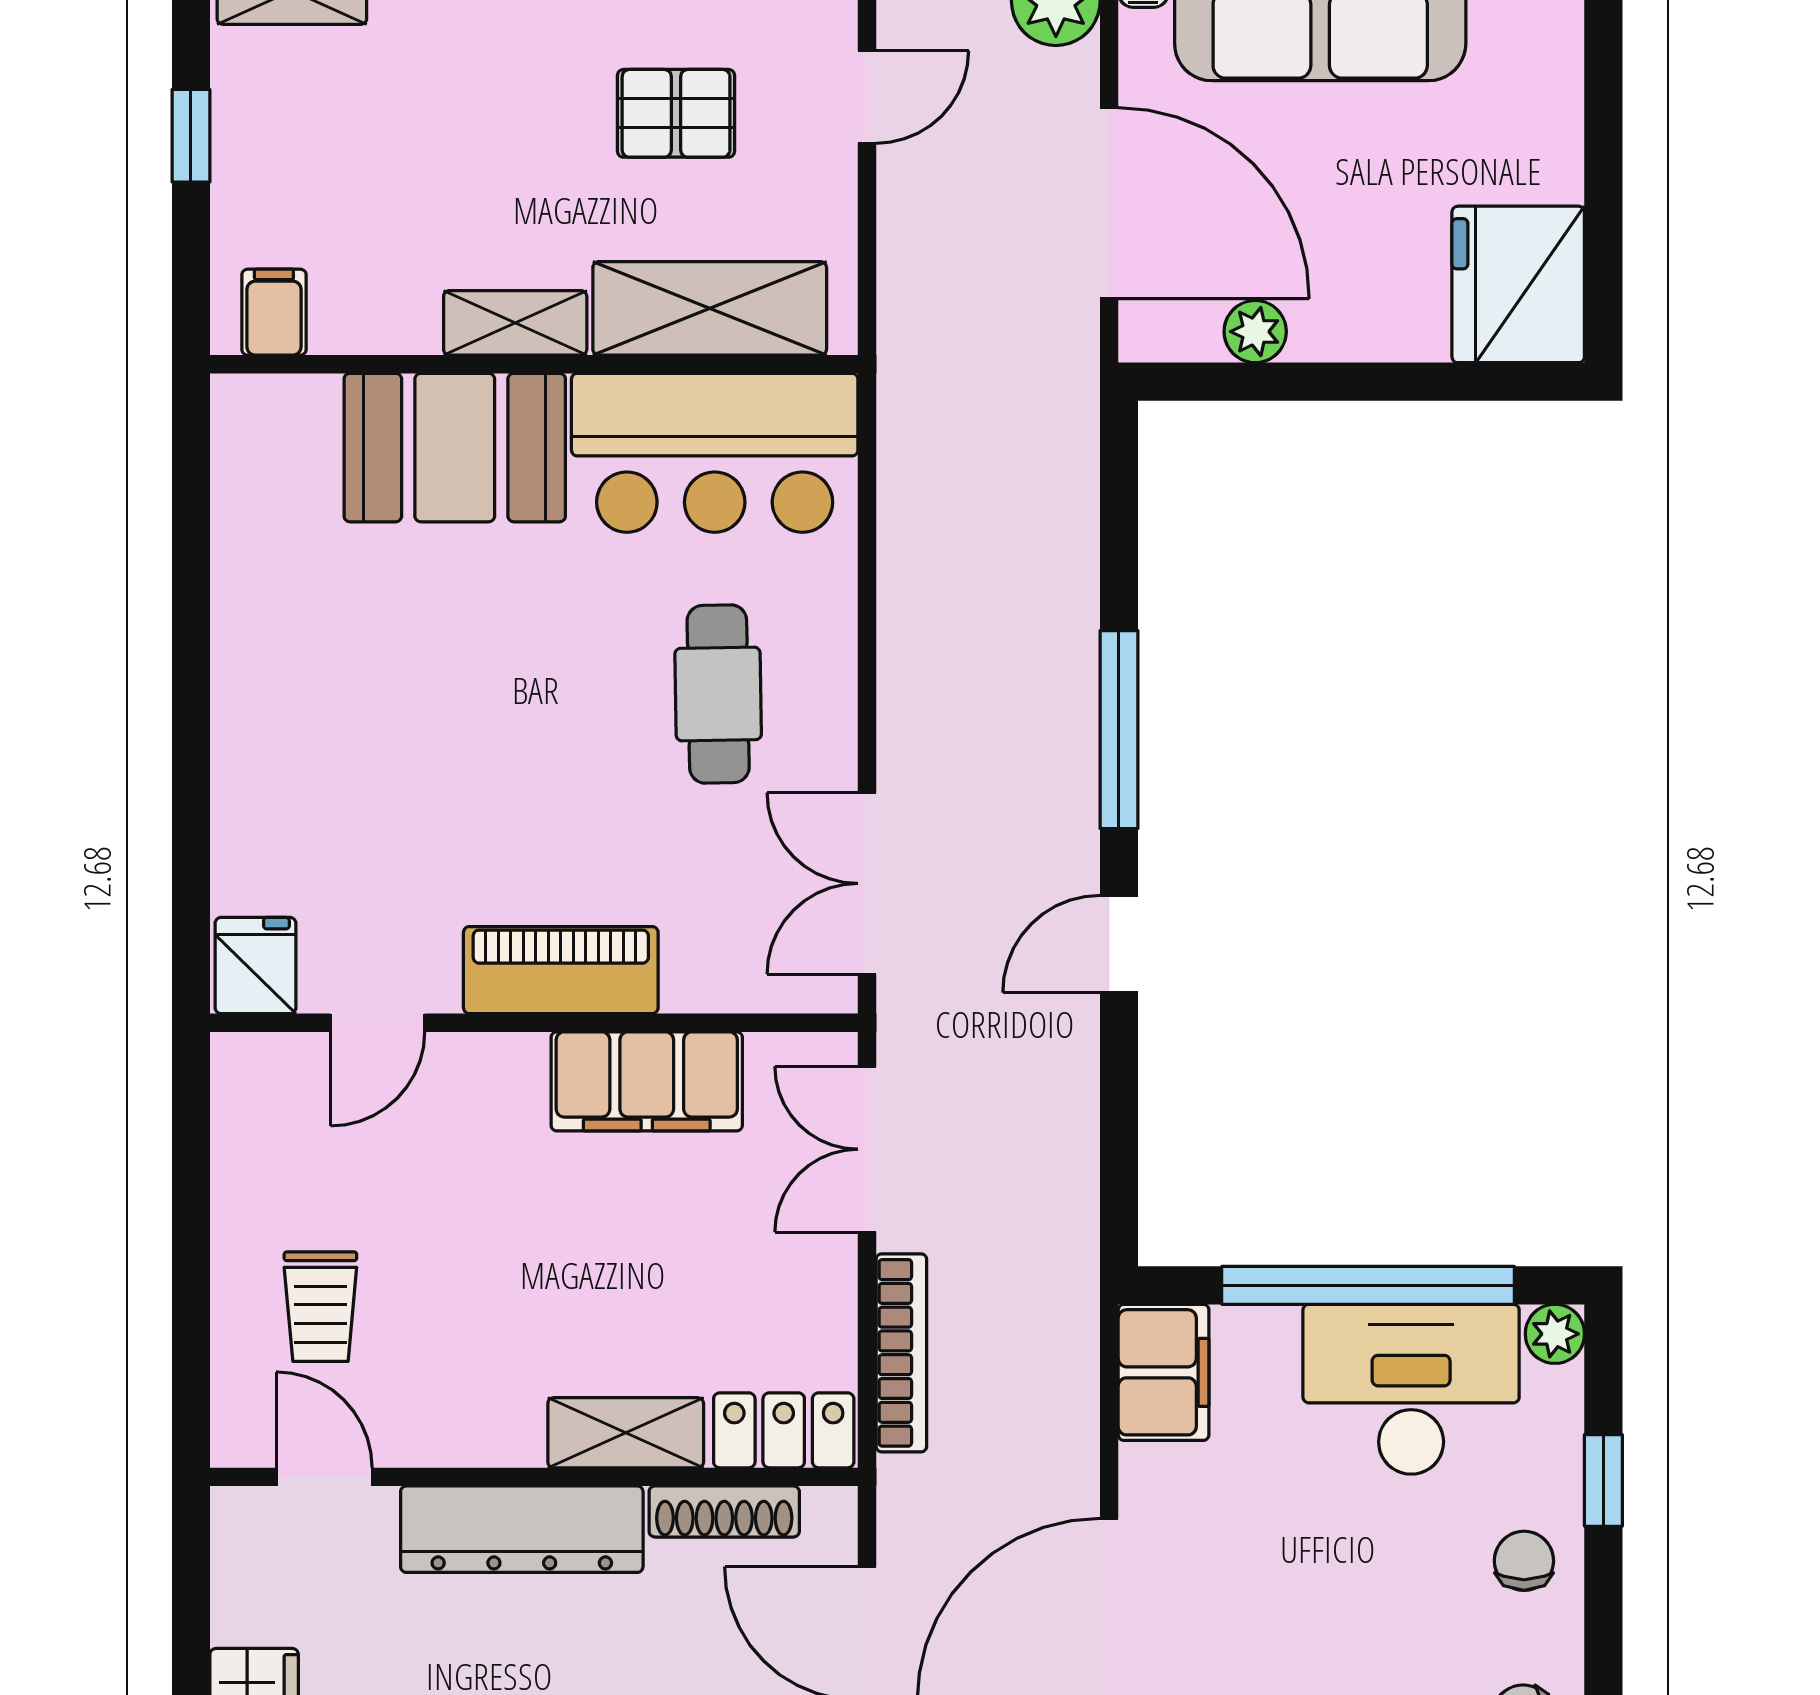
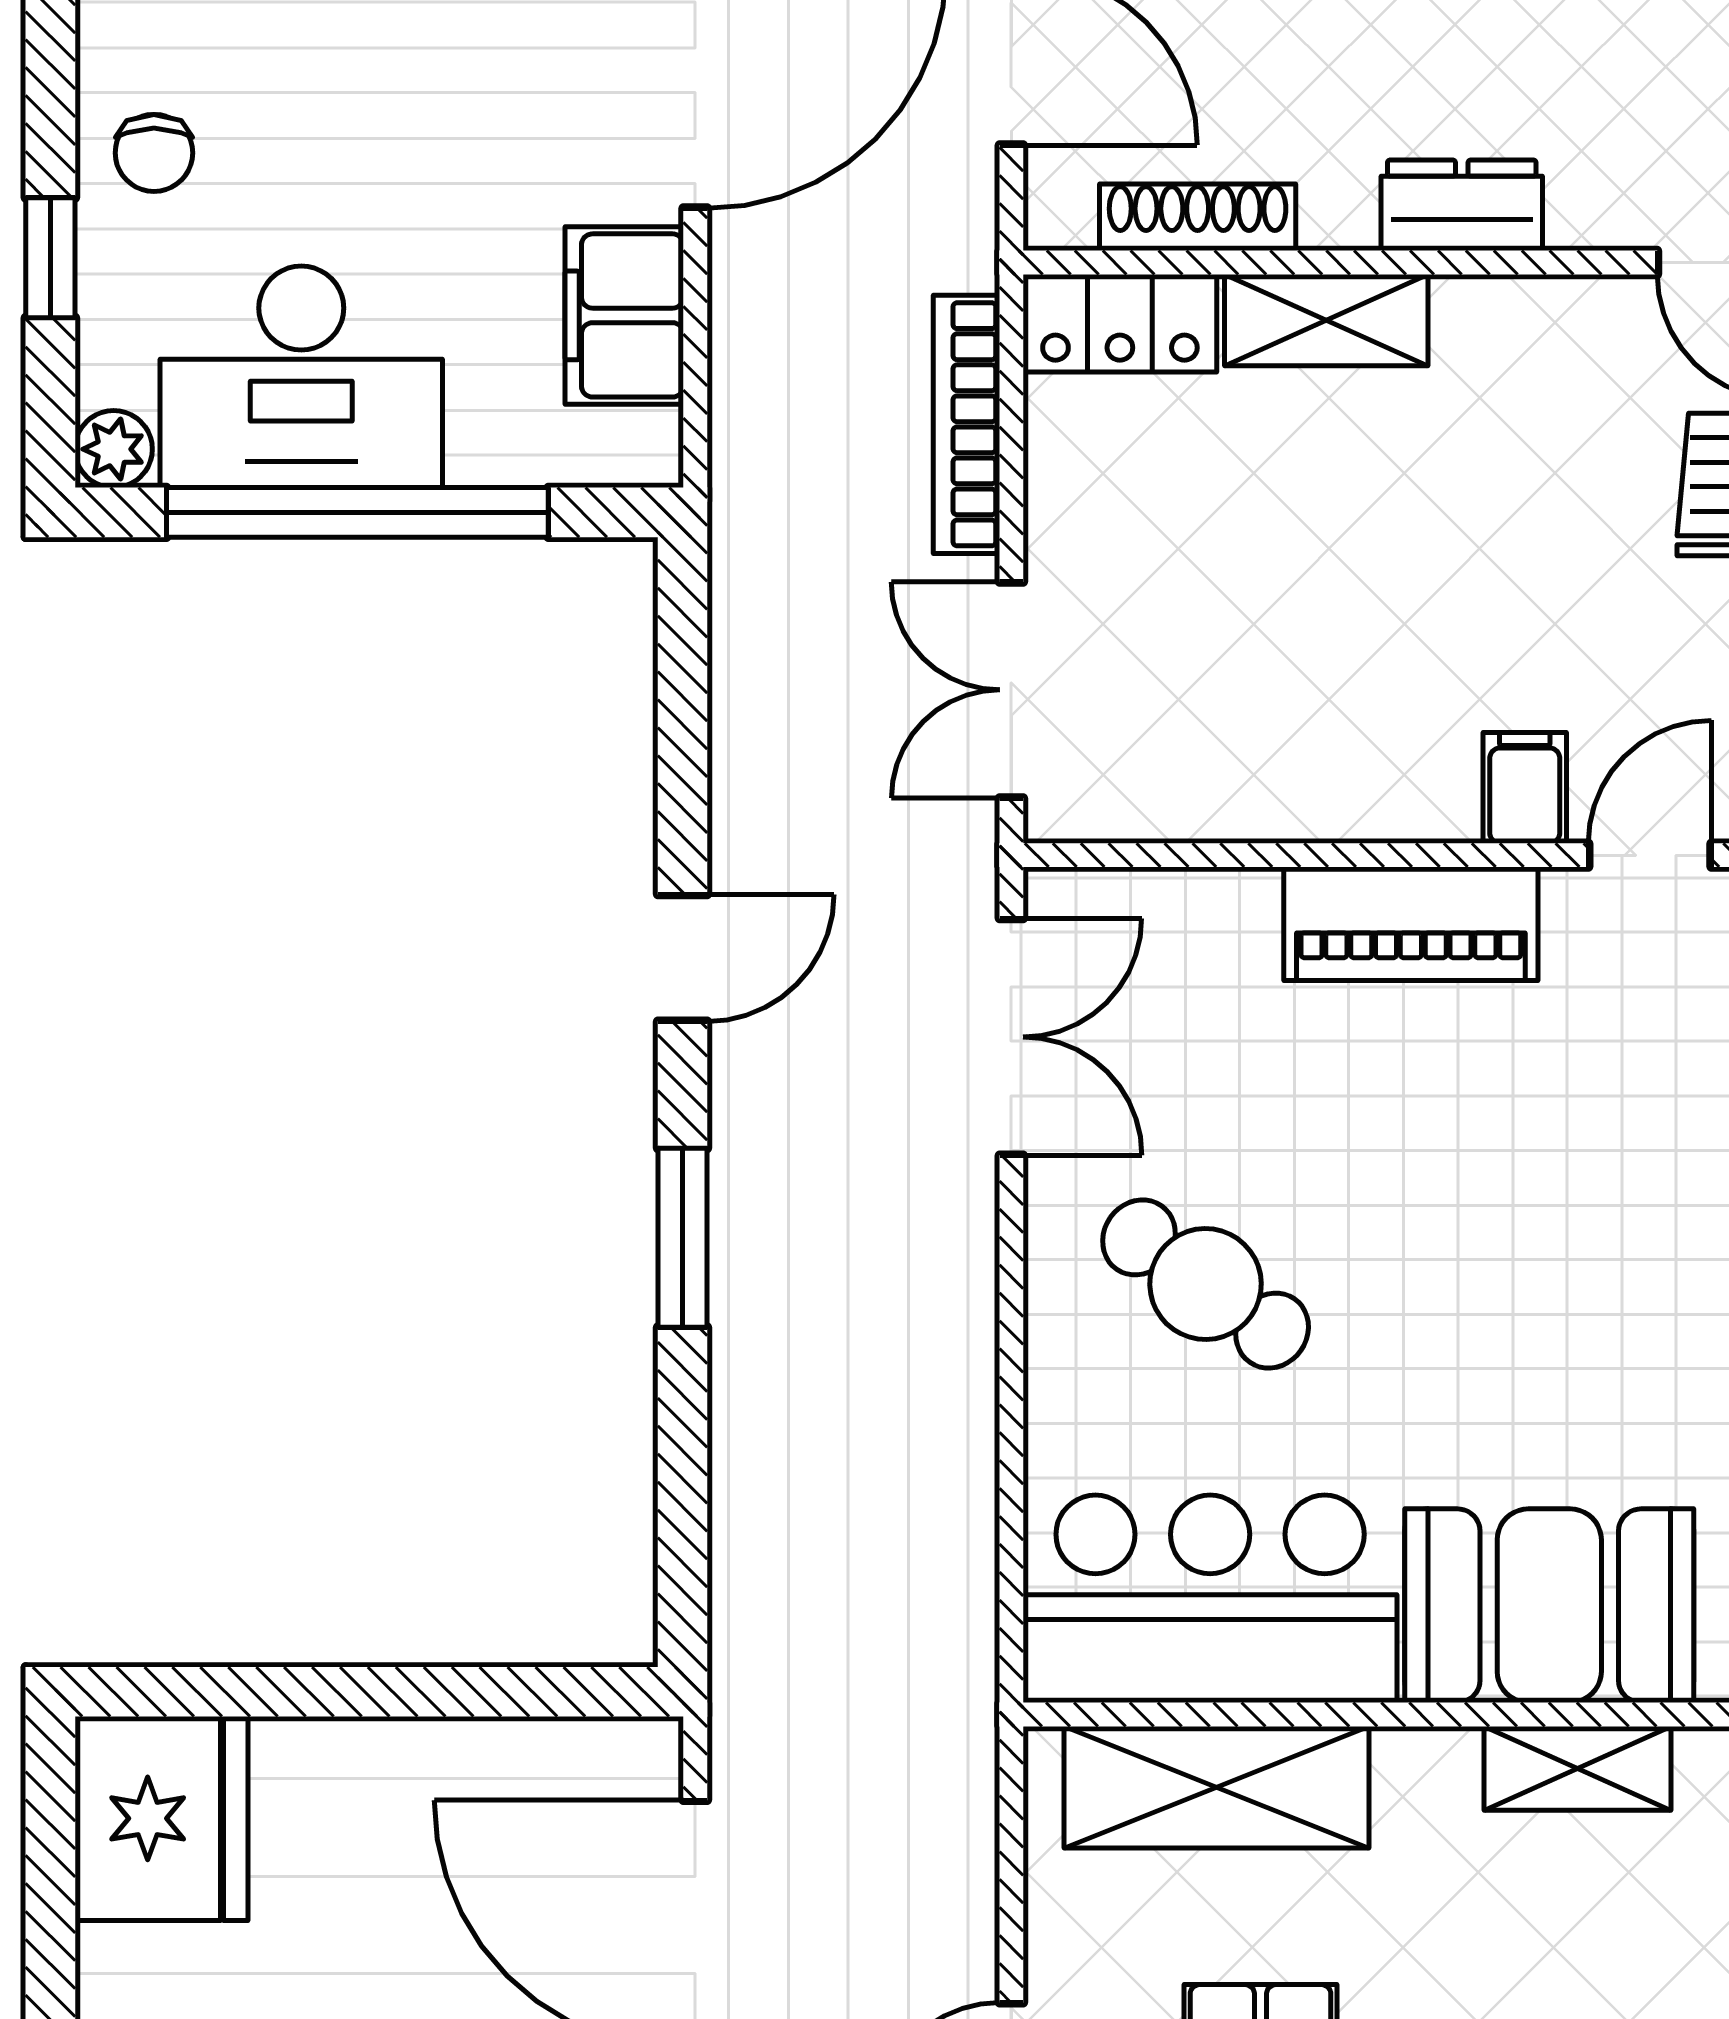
shelving: (515, 323) -> (1577, 1768), moved
plant: (1255, 332) -> (505, 1757), removed
cafe table: (718, 694) -> (1206, 1284), turned -54
window: (1119, 730) -> (682, 1238), width x0.69
filing cabinet: (647, 1081) -> (1525, 788), moved, width x0.33, depth x0.86
double door: (867, 1149) -> (1011, 690), swing flipped
filing cabinet: (1164, 1372) -> (624, 315), moved
dresser: (522, 1529) -> (1462, 205), width x0.51, depth x0.80

